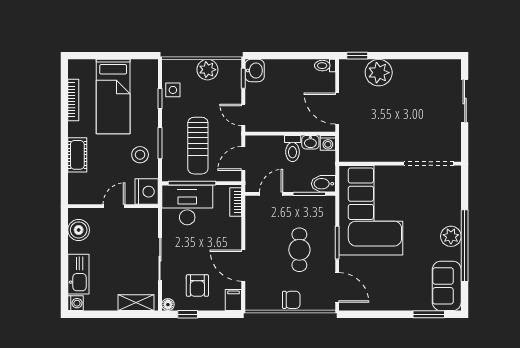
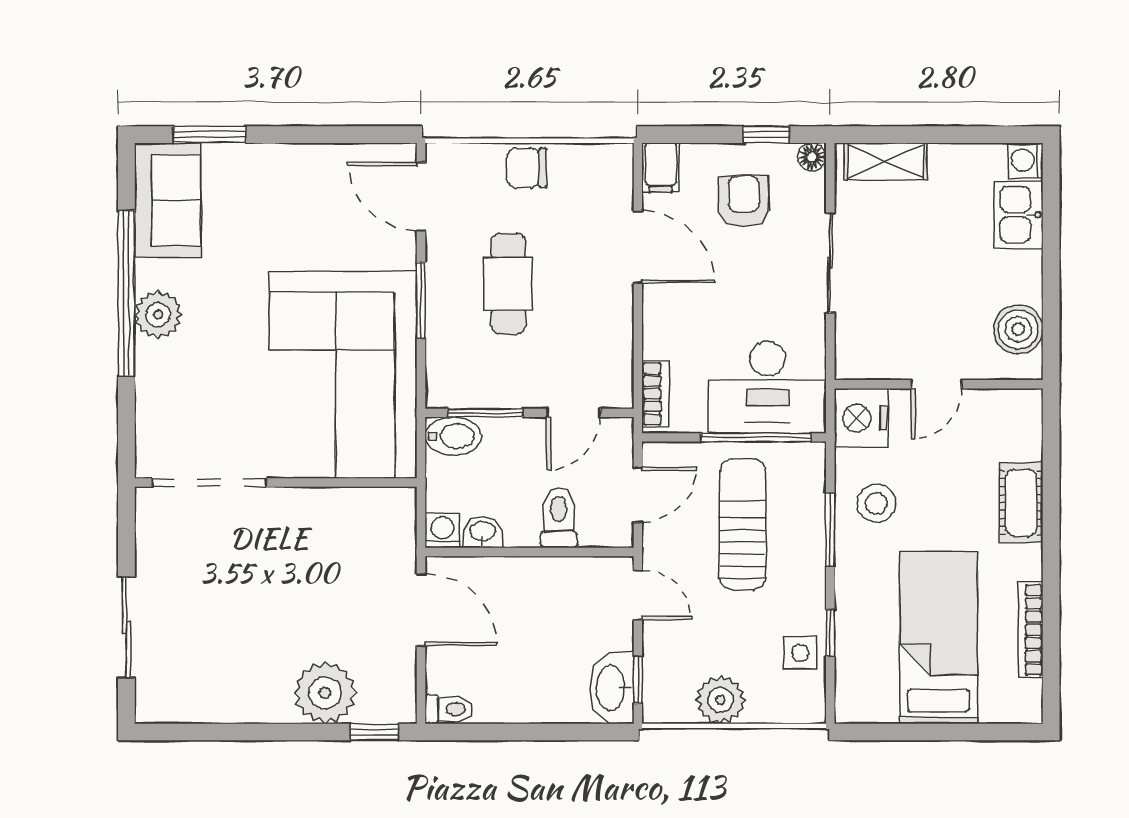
washbasin: (255, 71) -> (612, 688), width x1.38
toilet: (293, 149) -> (559, 517), moved
kitchen sink: (78, 274) -> (1019, 215), width x0.73

